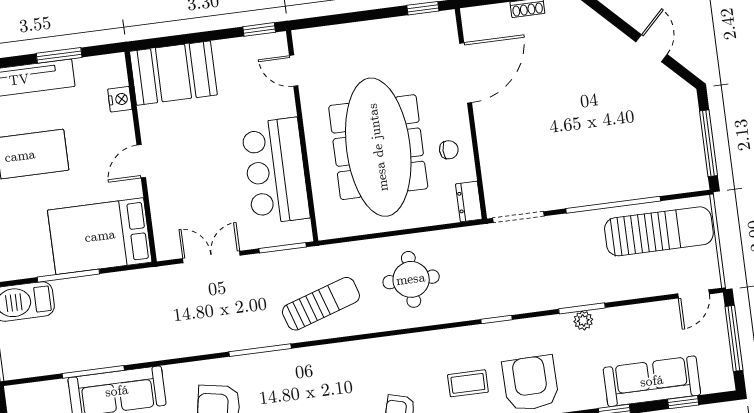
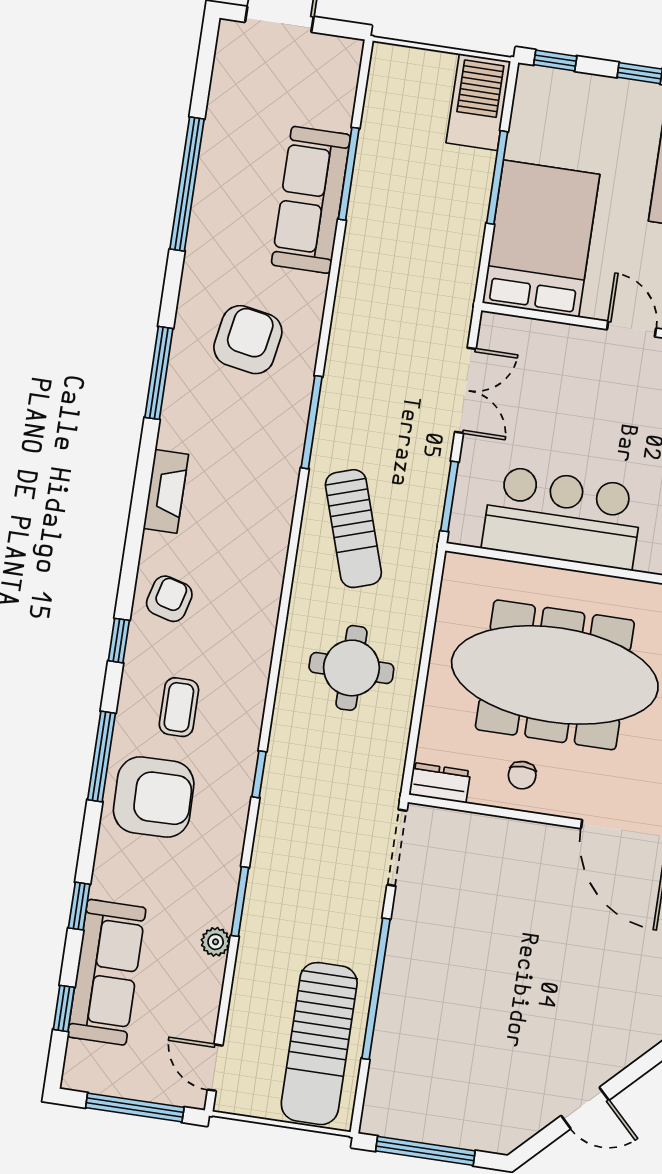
plant: (583, 320) -> (216, 942), moved

